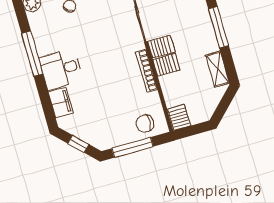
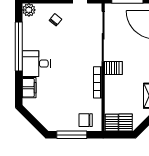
window: (32, 54) -> (19, 46), width x1.46
server rack: (166, 65) -> (126, 122), moved, turned -90
window: (78, 144) -> (33, 121), removed

